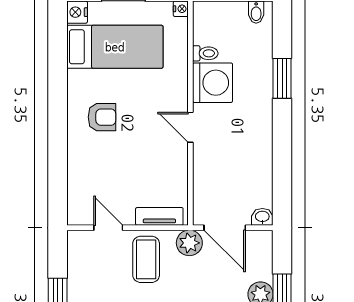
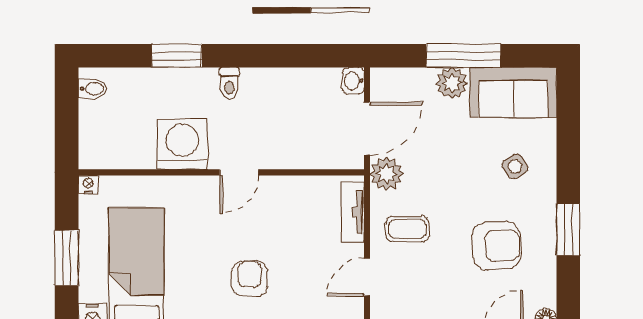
toilet: (205, 53) -> (229, 83), moved, turned 180
armchair: (102, 117) -> (250, 279), moved
coffee table: (146, 259) -> (407, 229), width x0.73, depth x0.77

